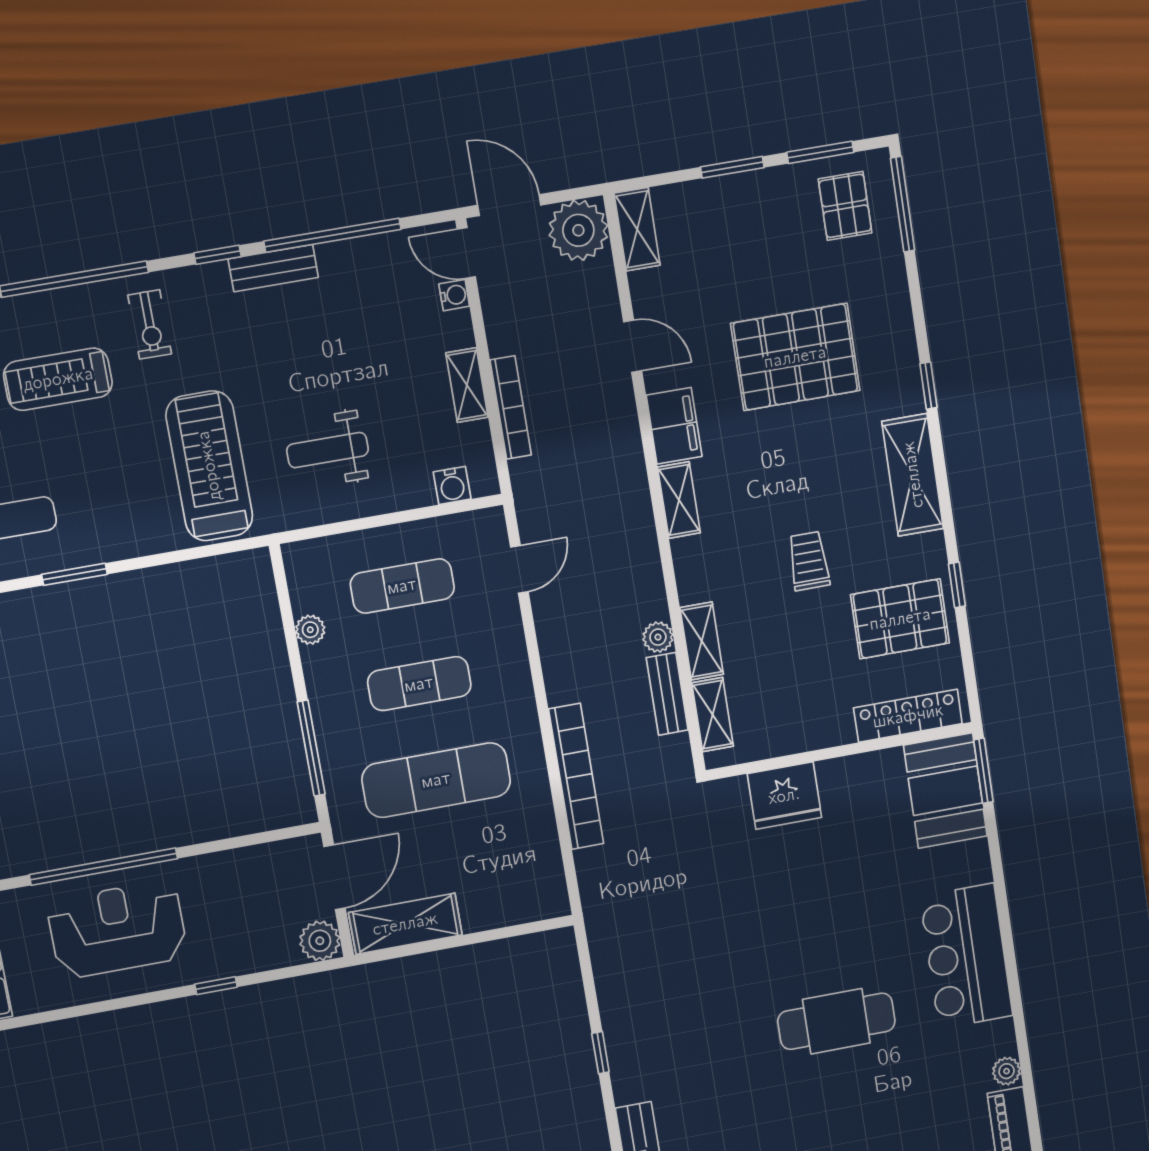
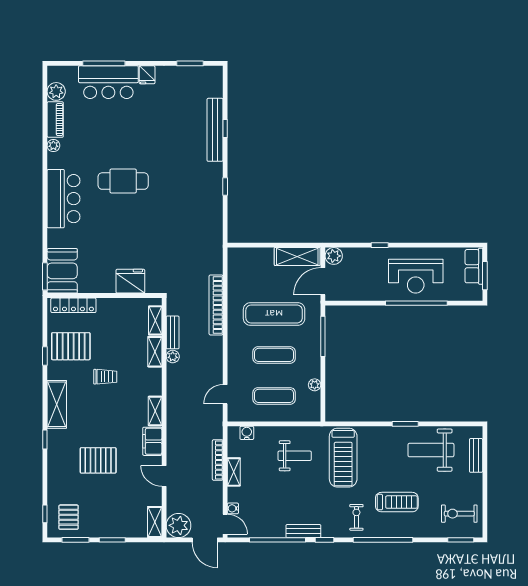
window: (903, 204) -> (45, 514), width x0.46
pallet: (795, 357) -> (98, 460), width x0.73, depth x0.71
trolley: (809, 561) -> (105, 377), turned -90

